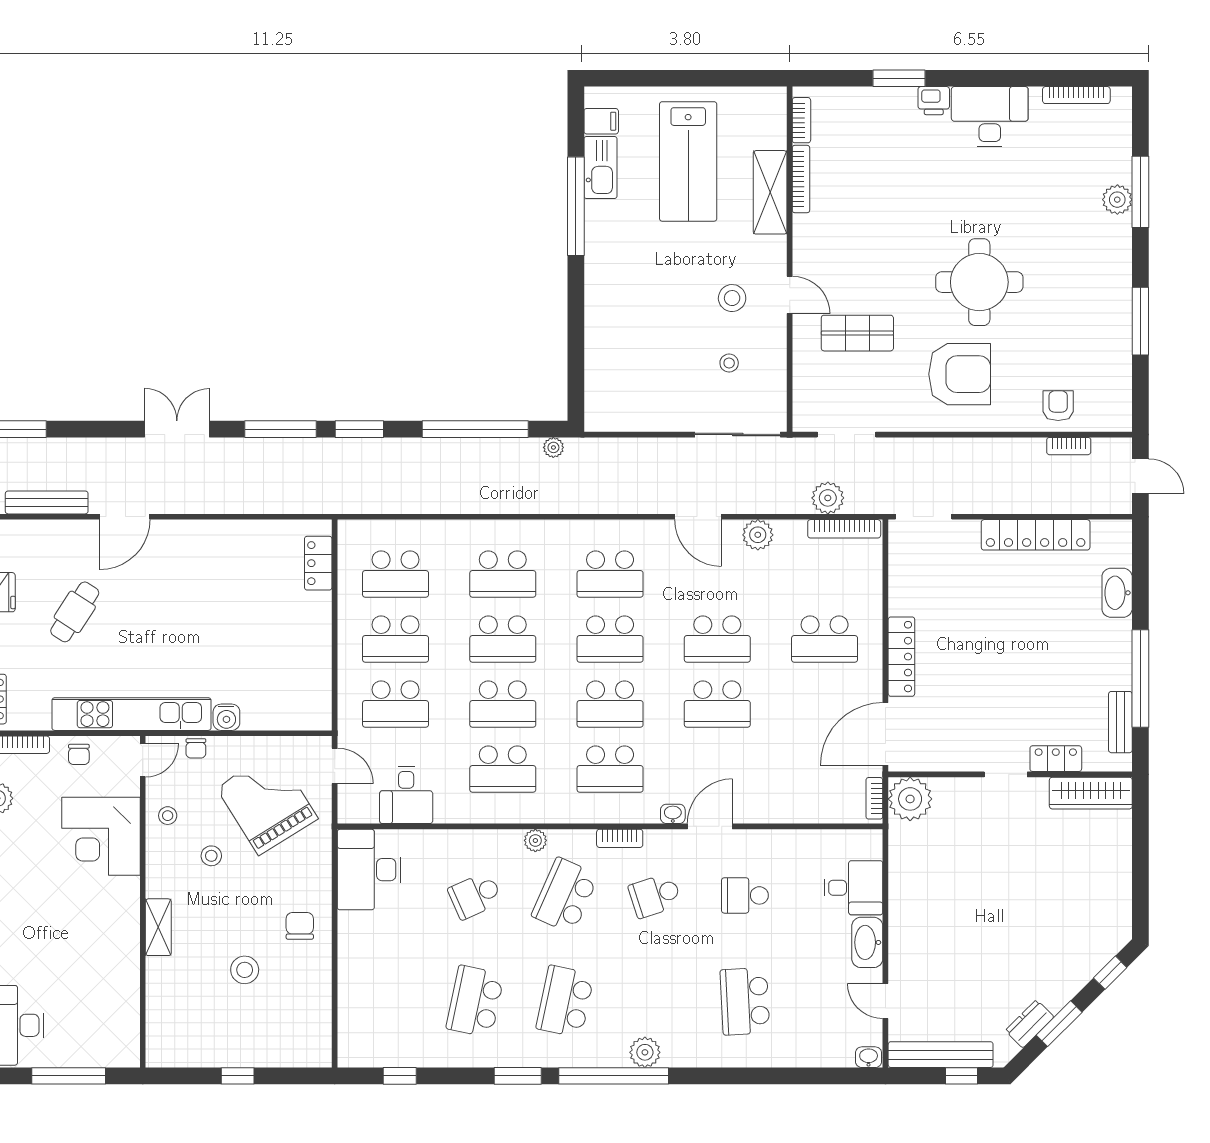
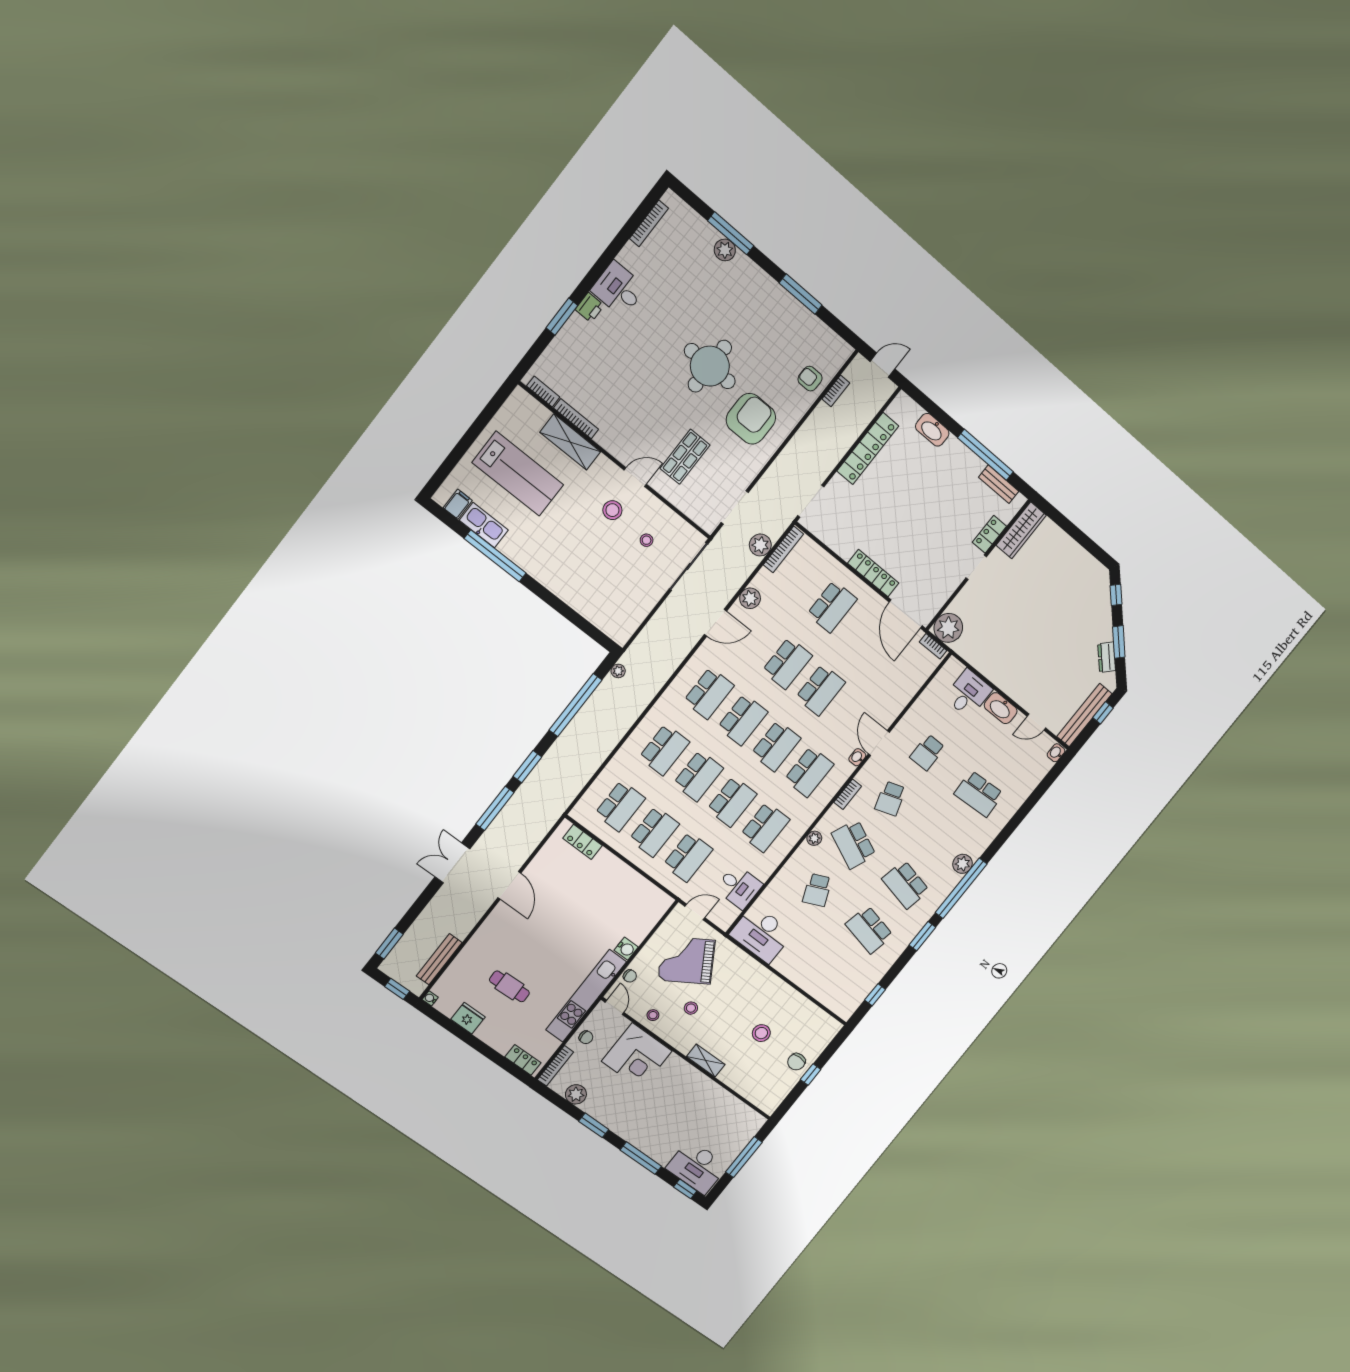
desk: (990, 116) -> (618, 289), width x0.73
door: (125, 517) -> (509, 885), moved
cafe table: (75, 612) -> (509, 986), turned -35
chair: (300, 926) -> (796, 1062), moved, turned -90

